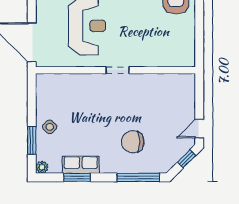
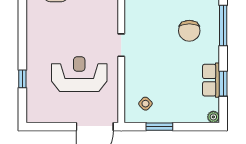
side table: (50, 127) -> (145, 104), moved
window: (32, 140) -> (159, 127), moved

